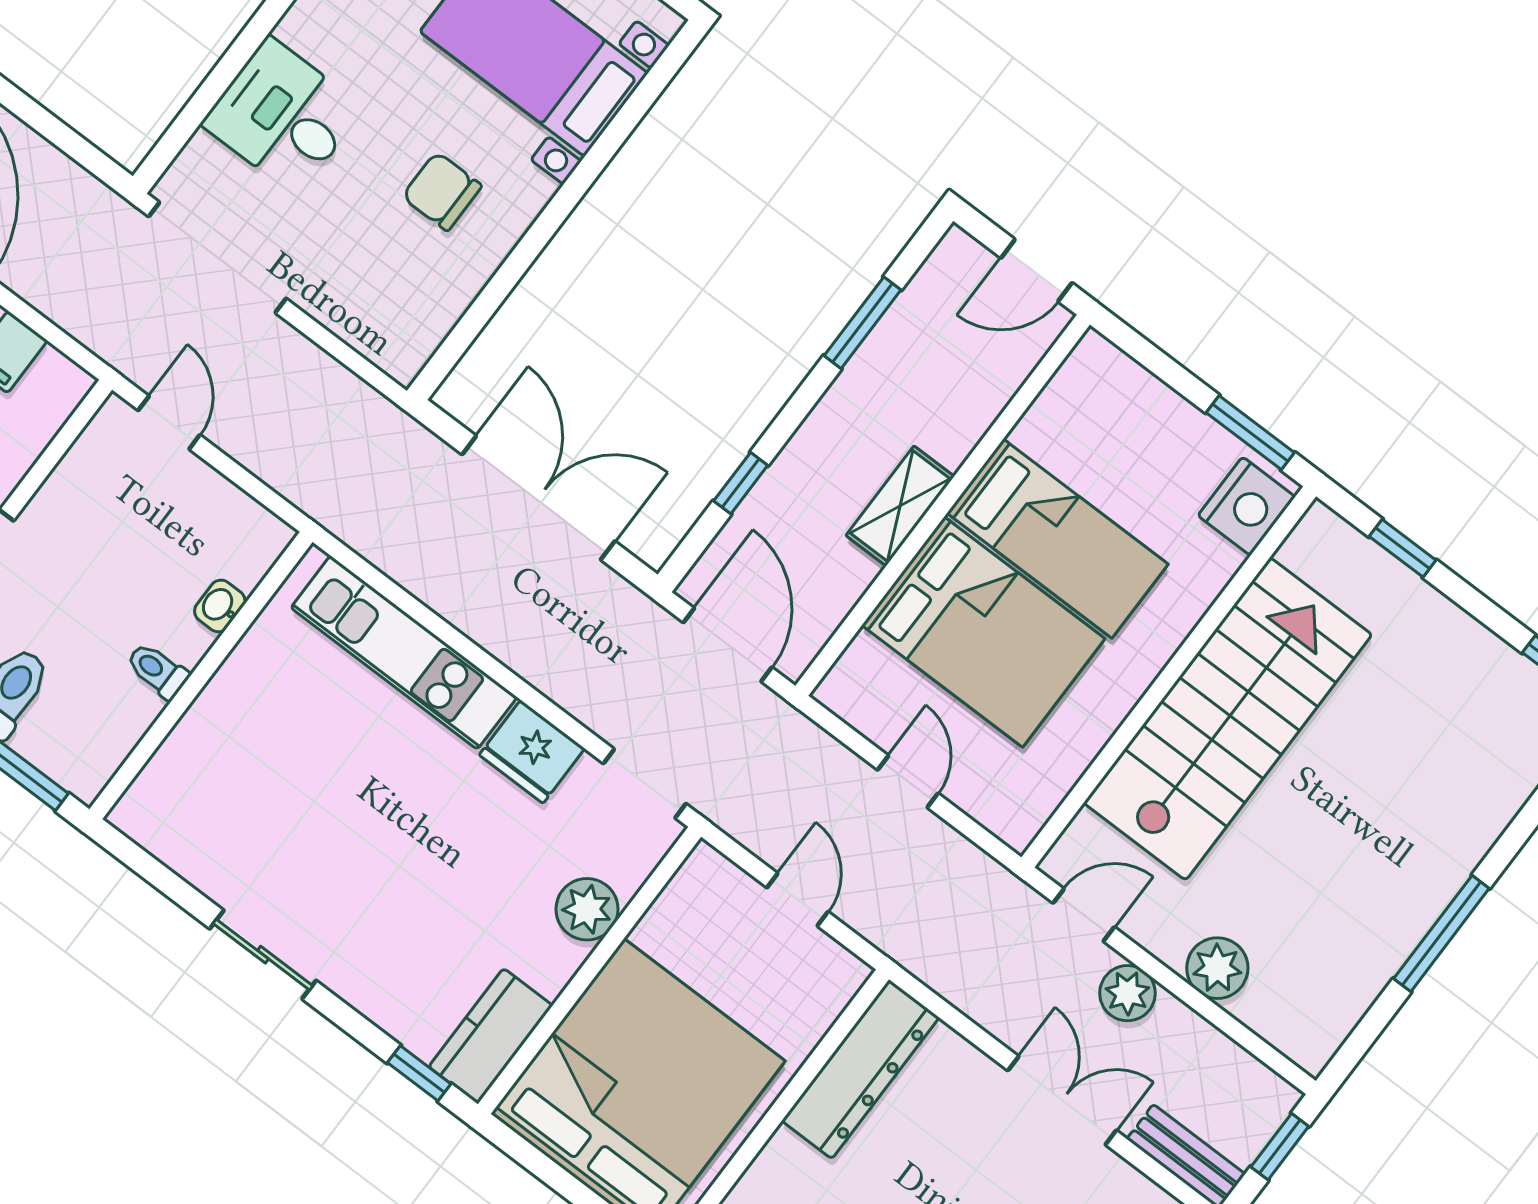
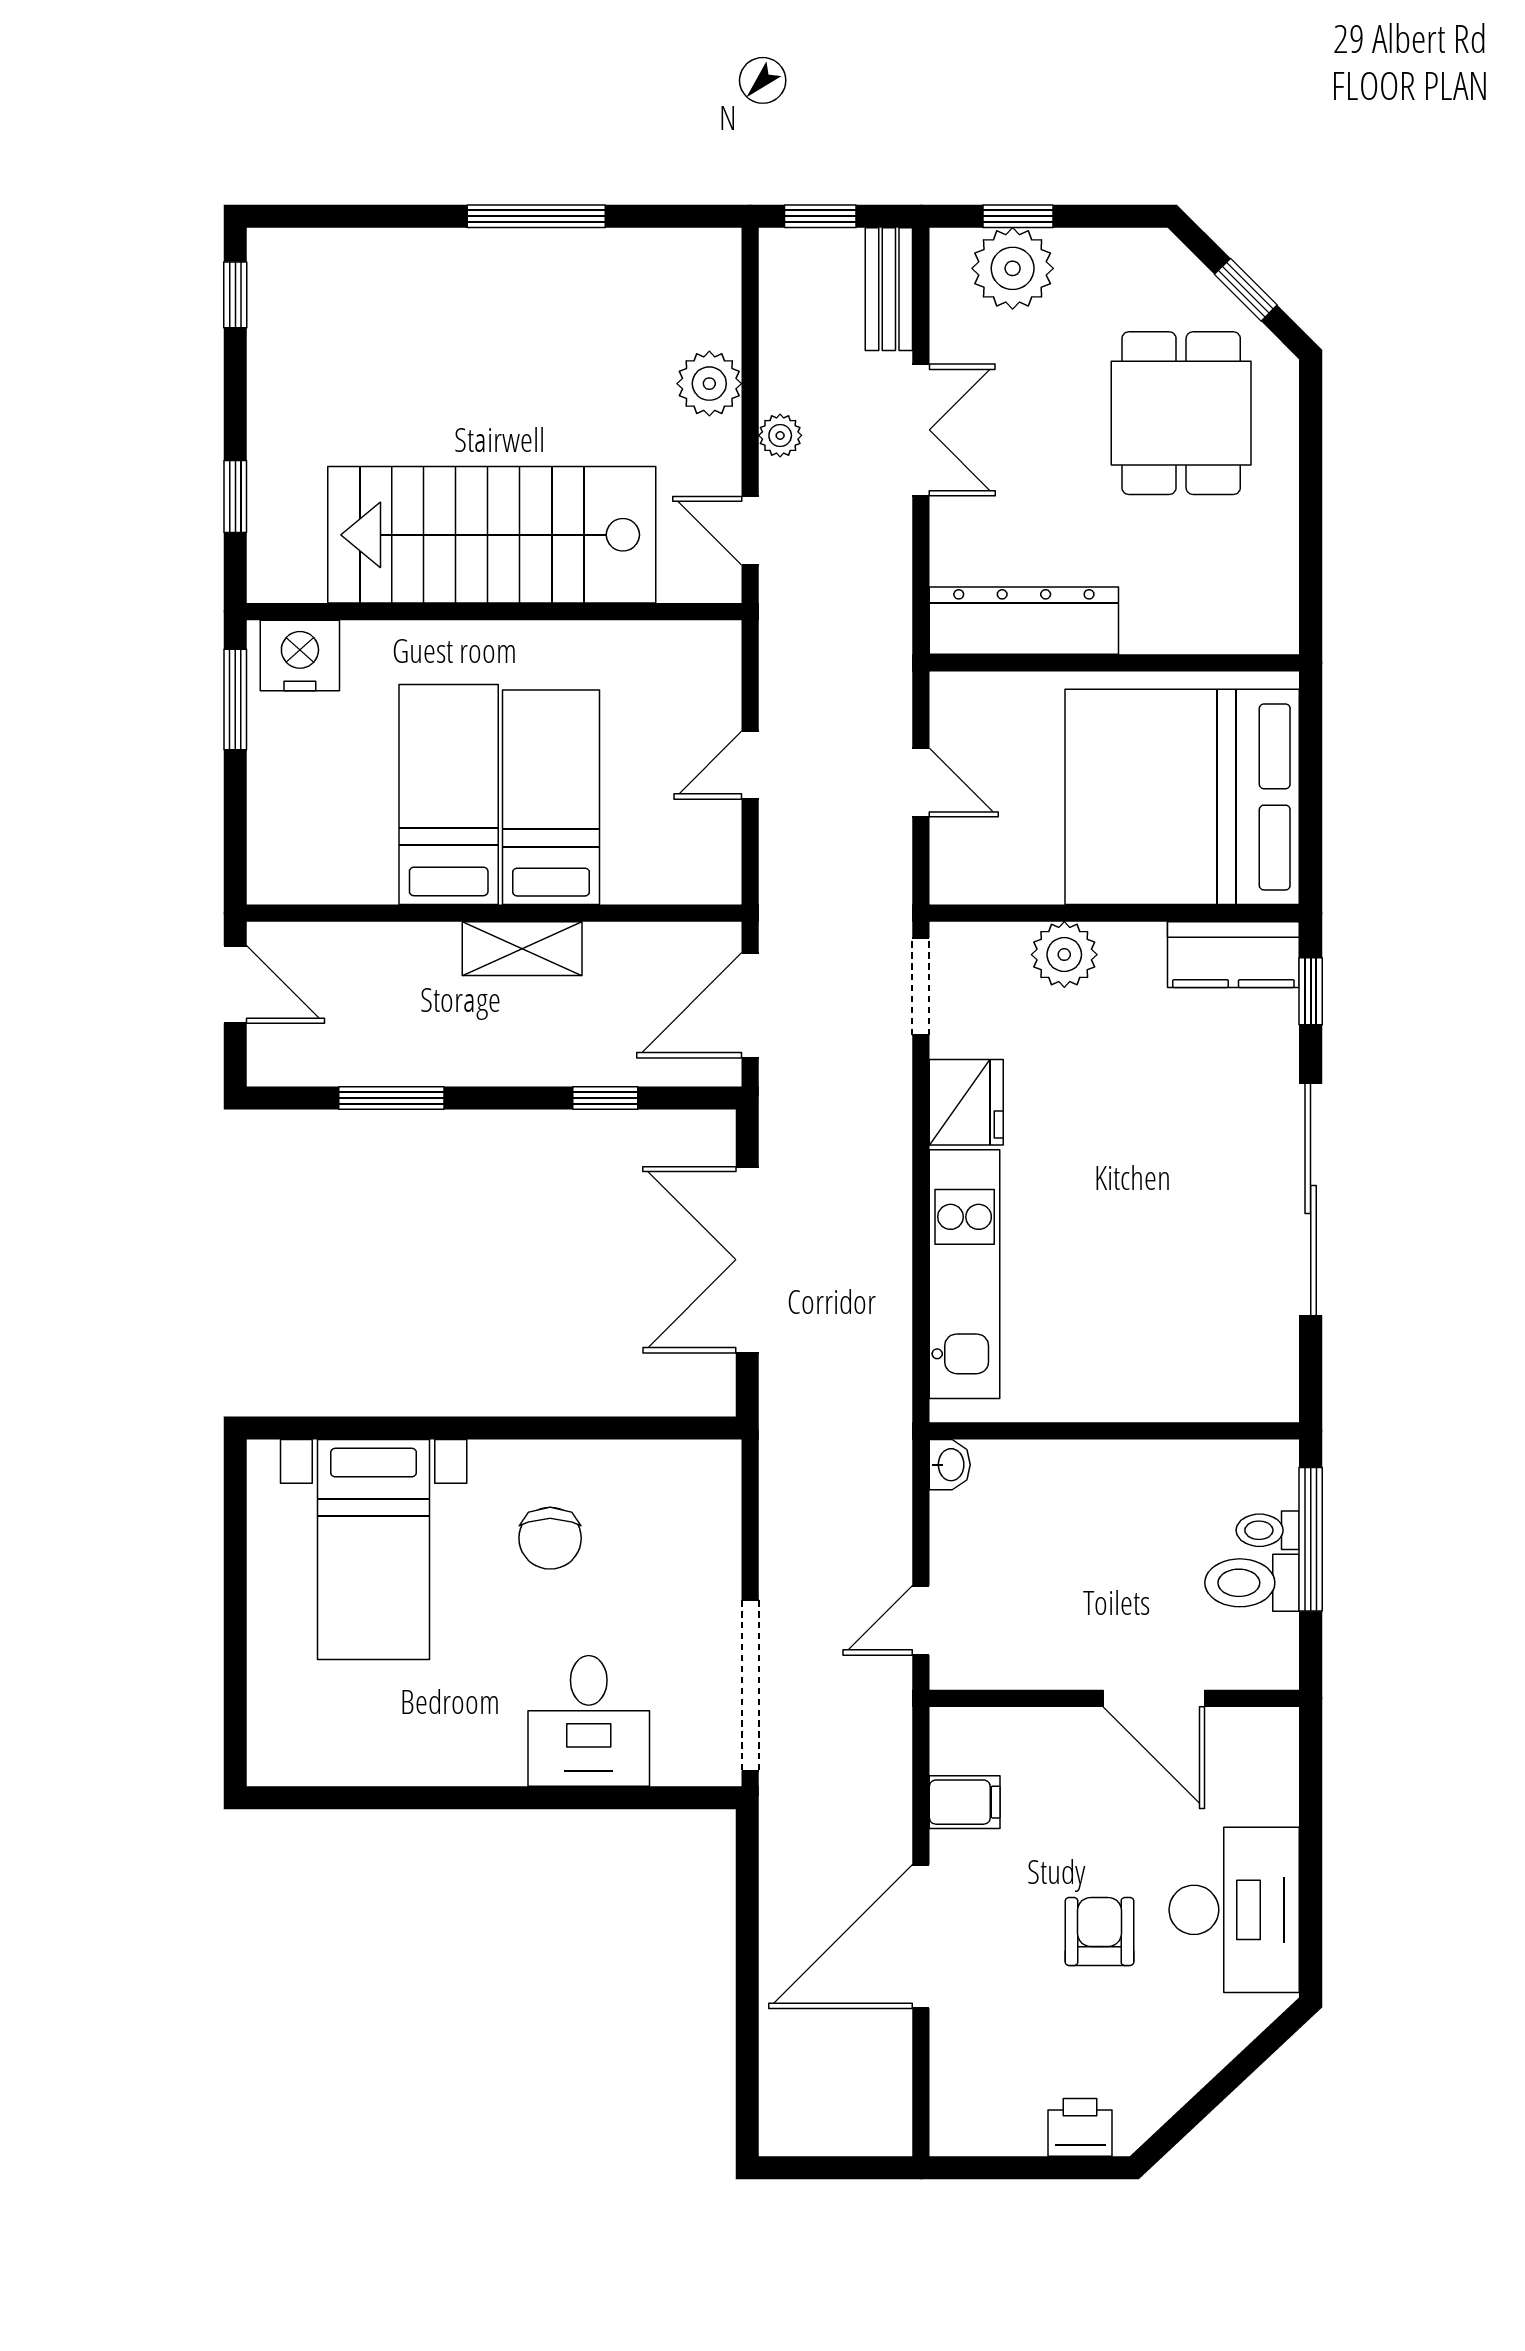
washbasin: (220, 606) -> (950, 1465), moved, turned -90
bed: (983, 632) -> (551, 797), width x0.67
toilet: (157, 671) -> (1268, 1530), moved, turned 90
door: (798, 900) -> (921, 783), swing flipped
sliding door: (263, 955) -> (1311, 1199), width x1.86
plant: (1127, 993) -> (780, 435), width x0.73, depth x0.73
double door: (1062, 1100) -> (921, 430), swing flipped

